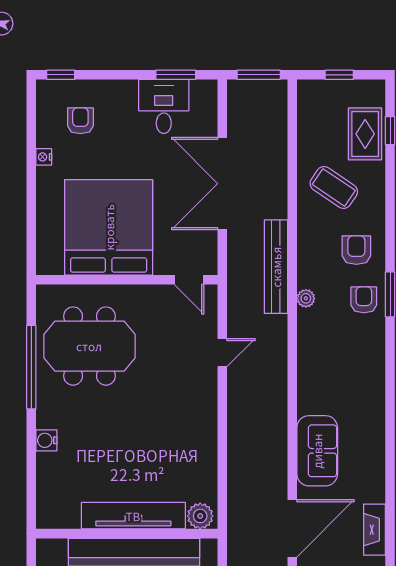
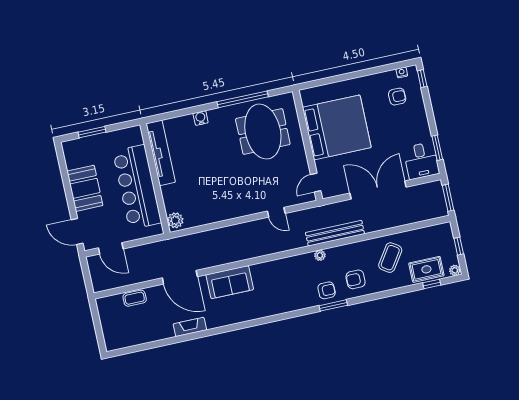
plant: (376, 89) -> (455, 270), added
desk: (164, 106) -> (421, 161), moved, turned 90
nightstand: (44, 157) -> (402, 72), moved
armchair: (356, 250) -> (356, 279), turned 180
tv unit: (133, 516) -> (161, 153), moved

